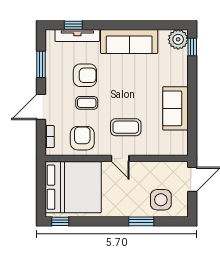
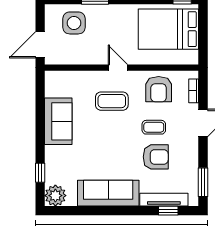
window: (192, 47) -> (40, 173), moved
window: (41, 64) -> (203, 182), moved
armchair: (85, 75) -> (156, 157), turned 180
bed: (73, 187) -> (168, 29), width x0.73

